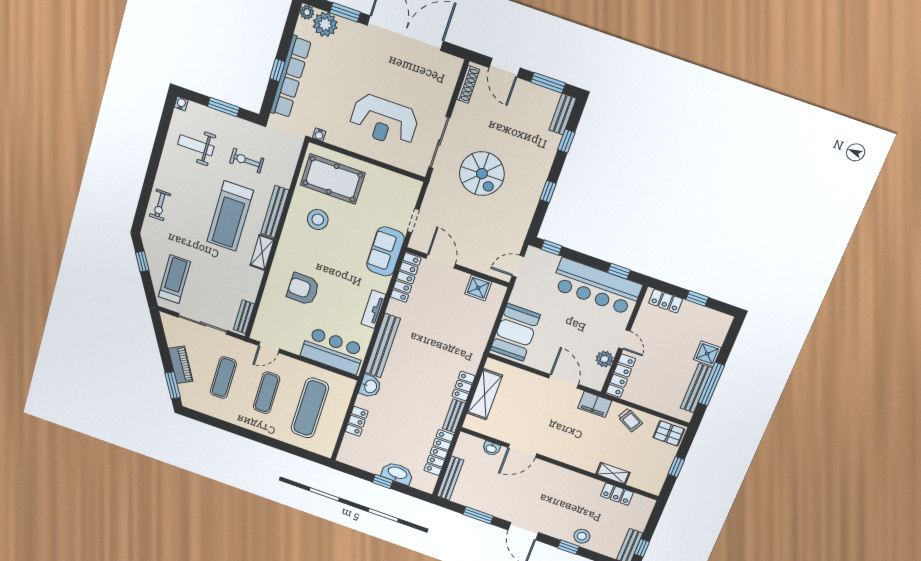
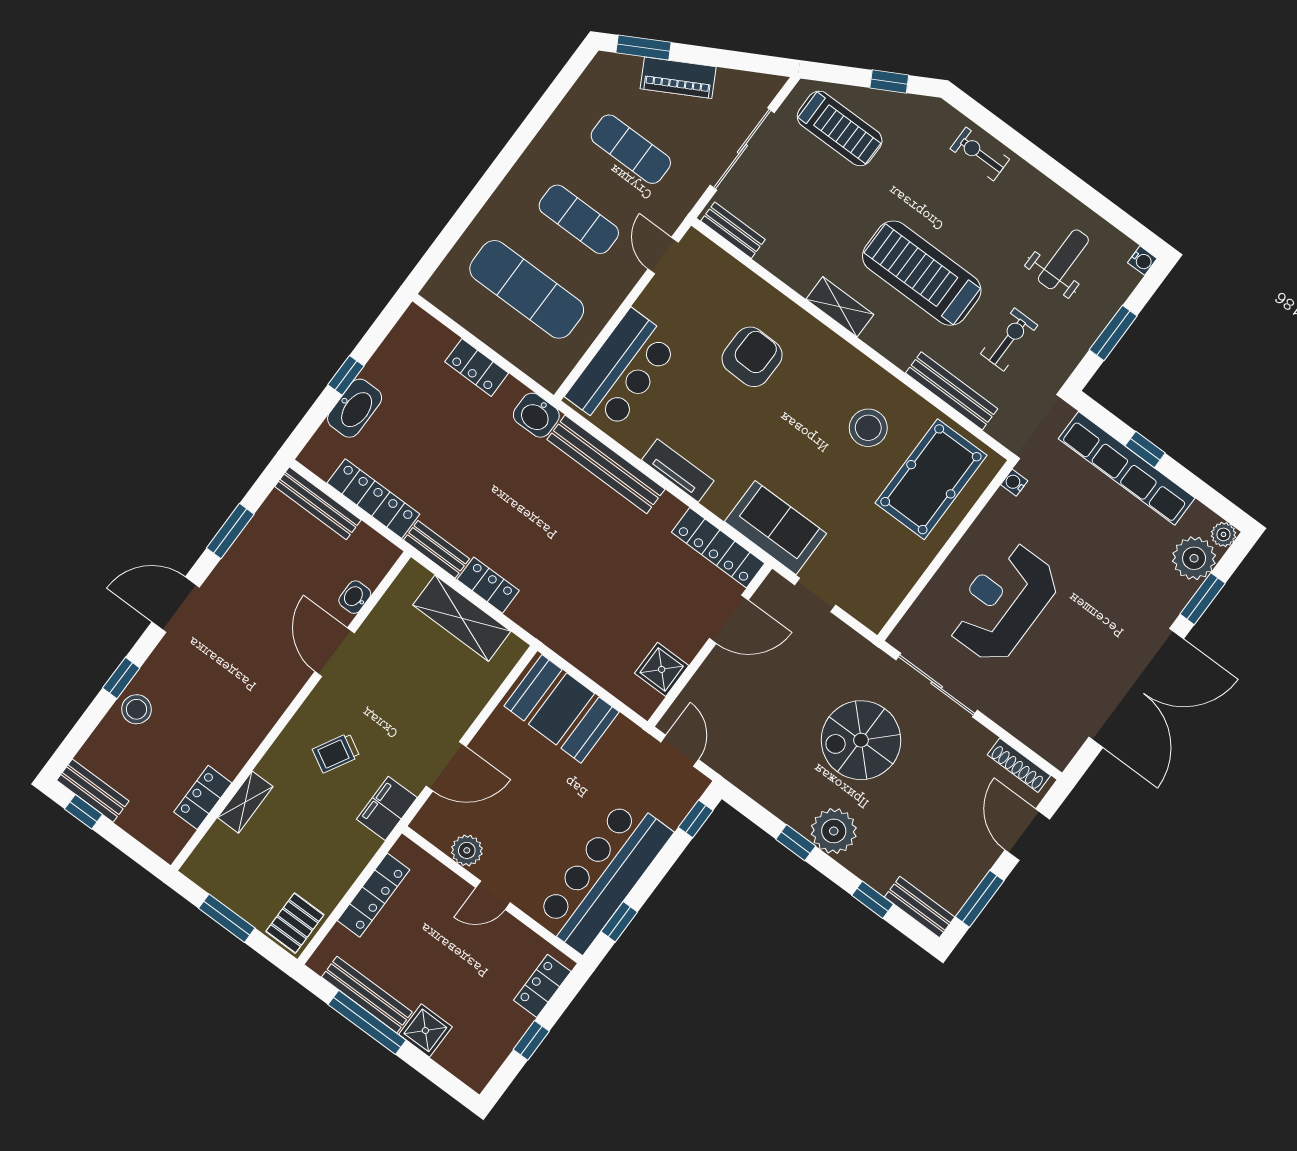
door: (505, 68) -> (1027, 835), hinge flipped
plant: (535, 173) -> (834, 831), added
bench: (275, 212) -> (952, 391), moved
locker: (621, 376) -> (373, 895), moved, turned -90
trolley: (630, 420) -> (336, 753), moved
window: (676, 467) -> (227, 918), width x1.50

